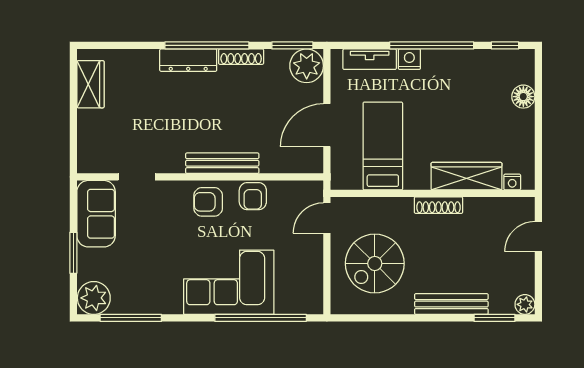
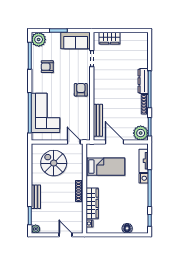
wardrobe: (90, 84) -> (109, 38), moved
bench: (222, 163) -> (98, 120), moved
armchair: (253, 196) -> (47, 67), moved
corner sofa: (229, 282) -> (45, 113), moved
bench: (451, 304) -> (36, 197), width x0.73

